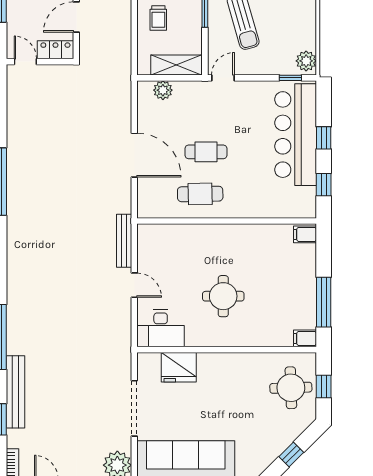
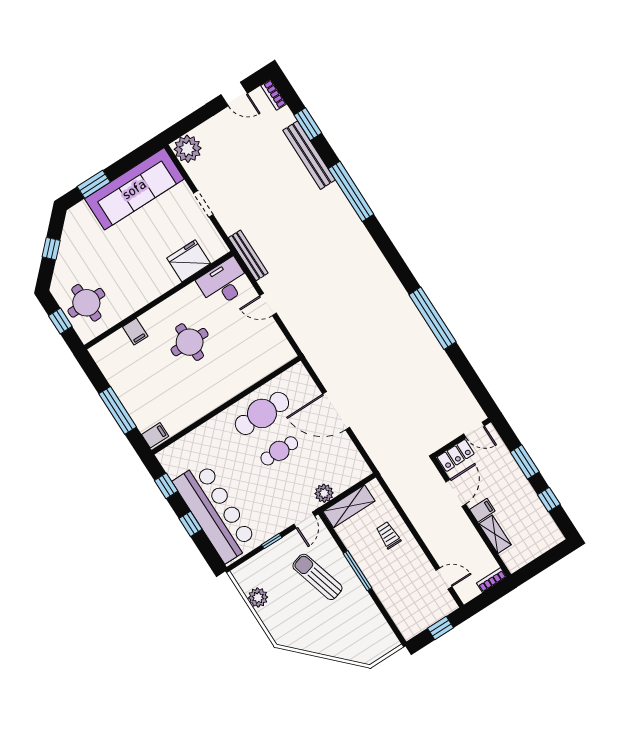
plant: (306, 61) -> (258, 598), moved
window: (290, 78) -> (272, 541), moved
plant: (163, 90) -> (324, 493), moved
cafe table: (200, 194) -> (262, 413), width x1.37, depth x1.35
bench: (124, 241) -> (248, 255), moved
window: (324, 302) -> (118, 410), moved
filing cabinet: (305, 338) -> (135, 332), moved, turned 90
doorway: (134, 408) -> (203, 204), width x0.53

